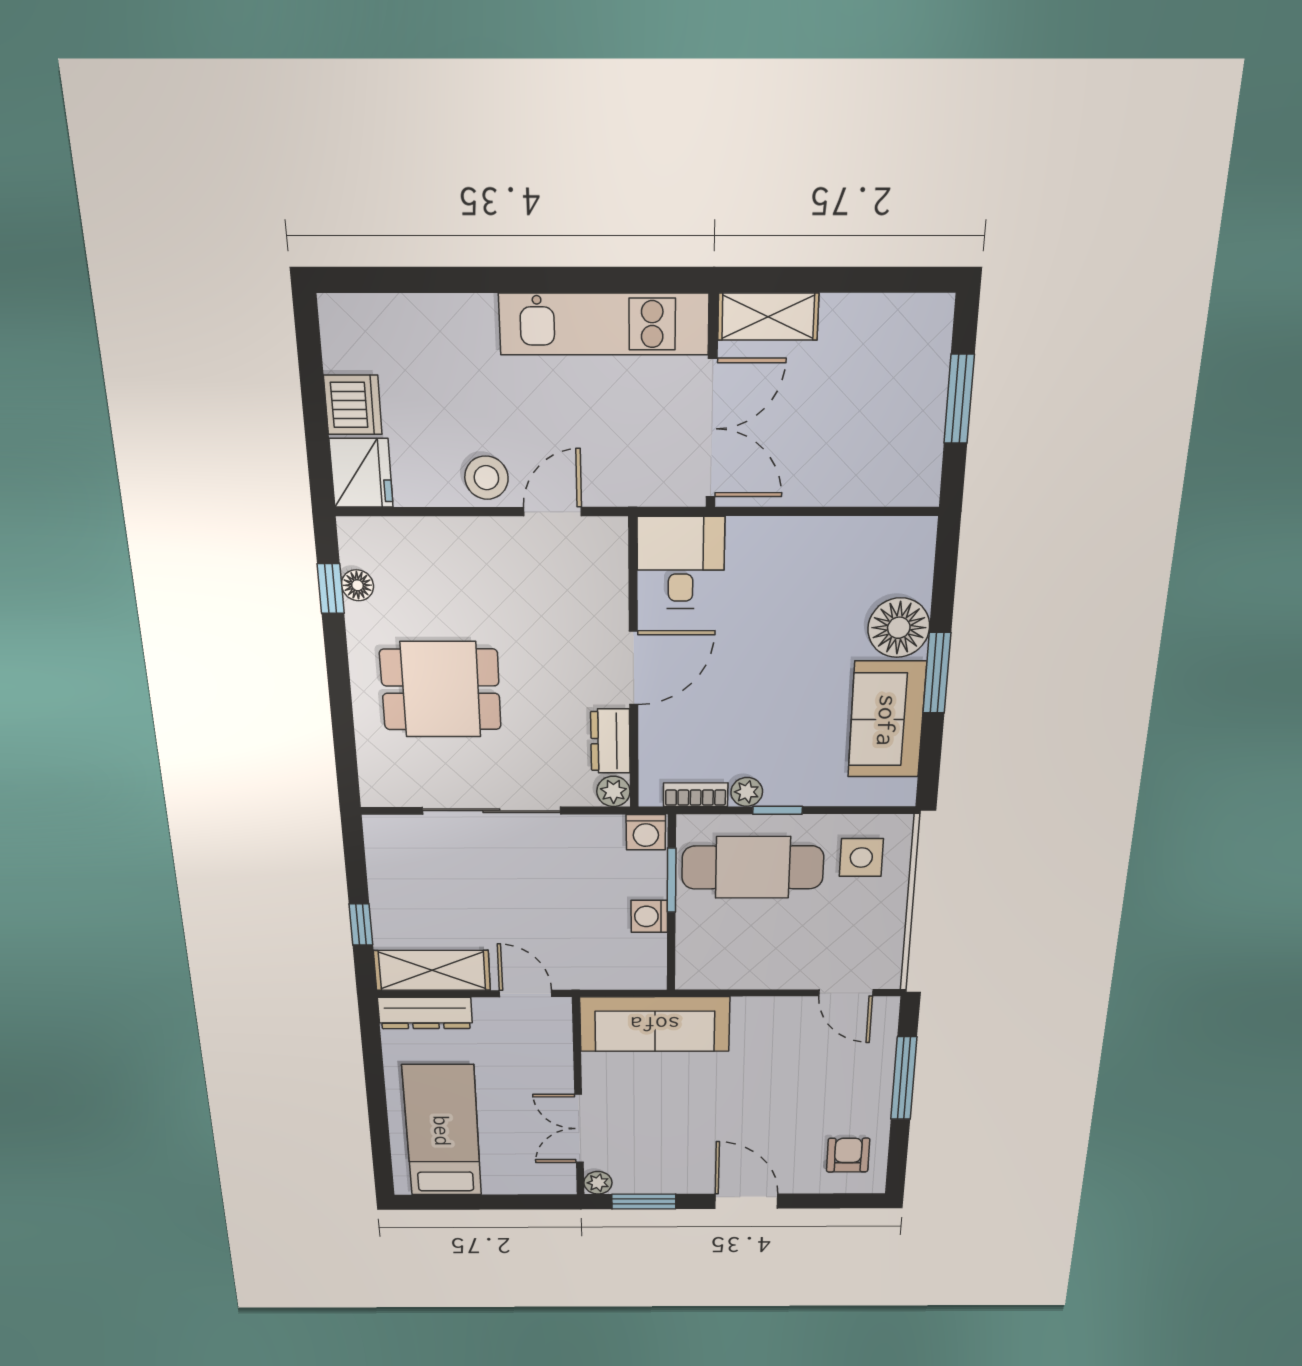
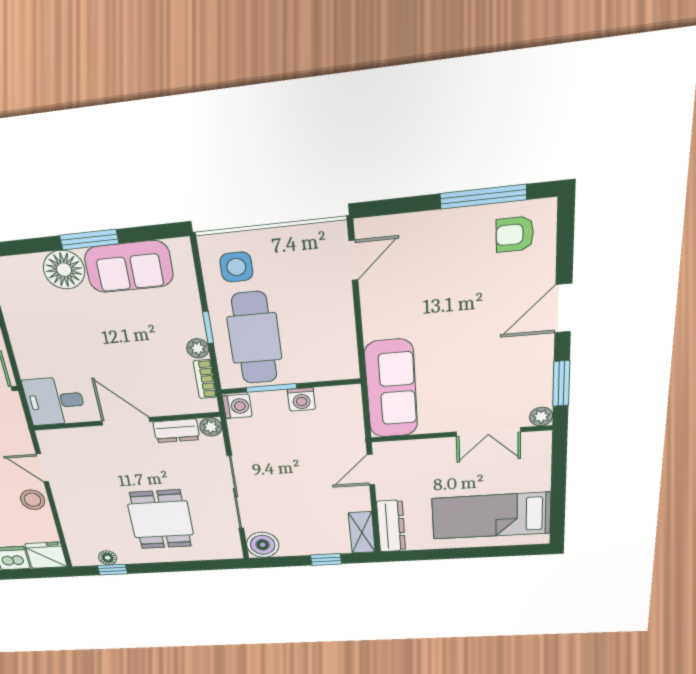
boiler: (389, 838) -> (263, 545), added
shelving: (432, 970) -> (362, 532), width x0.67, depth x0.75
window: (904, 1078) -> (483, 197), moved

